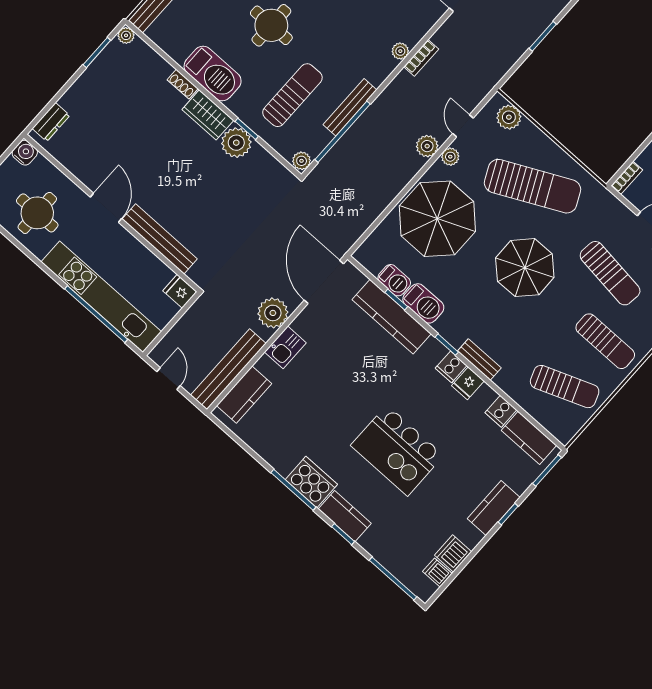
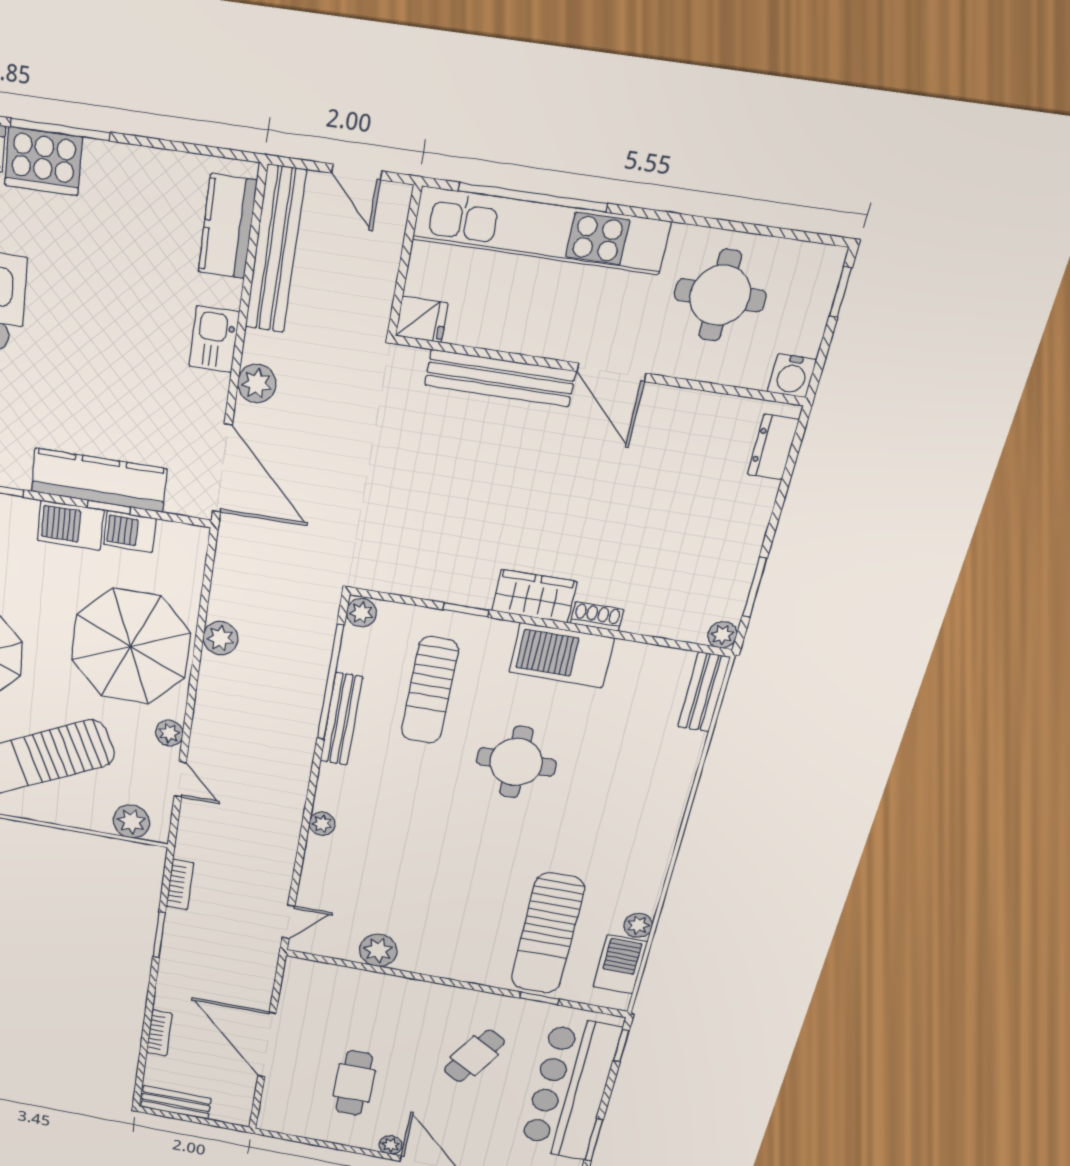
bookcase: (421, 58) -> (180, 885), moved, turned 180
plant: (236, 143) -> (469, 583), removed
plant: (427, 146) -> (220, 638), moved
plant: (273, 313) -> (257, 384), width x0.73, depth x0.73

